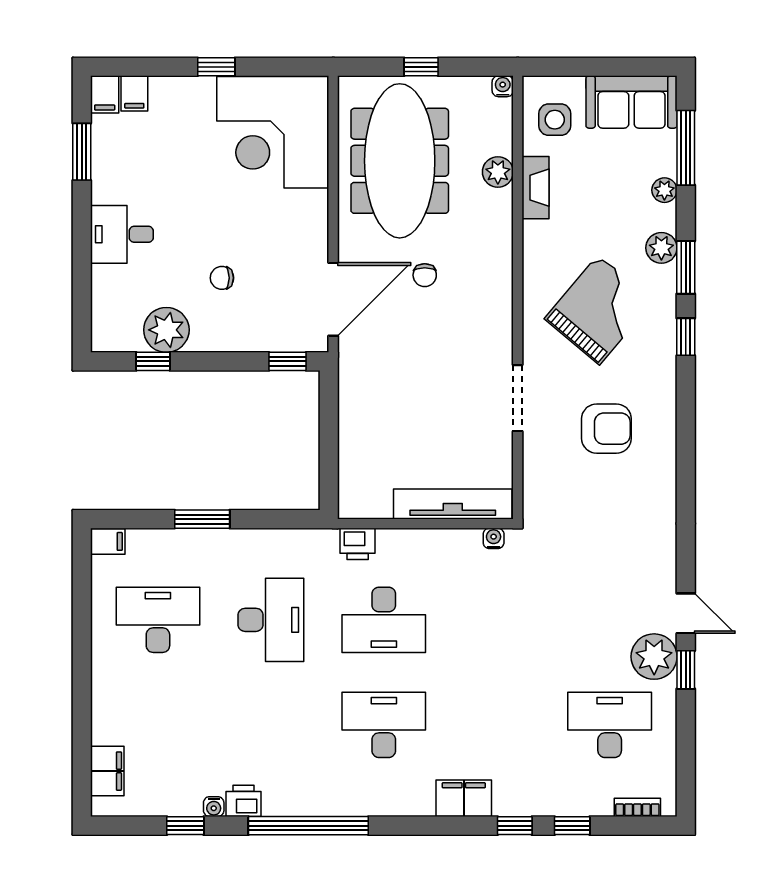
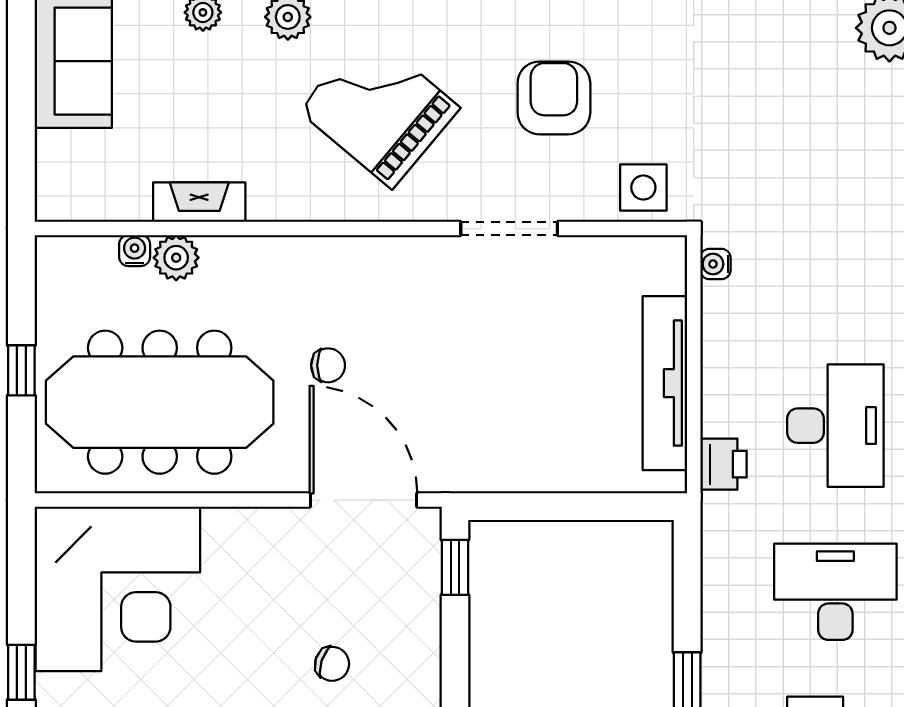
water cooler: (503, 86) -> (135, 251), moved, turned 90
side table: (555, 120) -> (643, 188), moved
chair: (222, 278) -> (332, 664), turned -72
tv unit: (453, 504) -> (665, 383), moved

